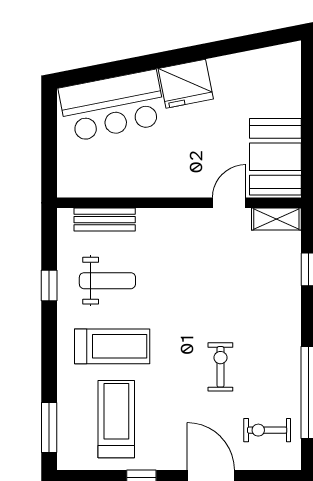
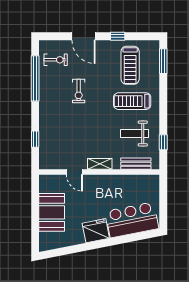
booth: (275, 157) -> (52, 212), moved
door: (229, 203) -> (74, 172), hinge flipped
shelving: (276, 219) -> (100, 164), moved
window: (49, 286) -> (163, 142), moved

